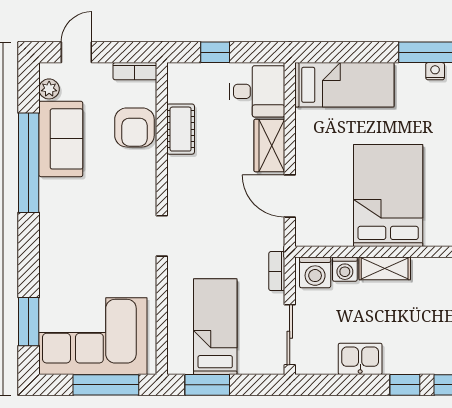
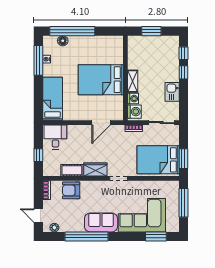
armchair: (134, 127) -> (71, 190), turned 180
sofa: (61, 139) -> (101, 222), moved
wardrobe: (269, 146) -> (95, 170), moved, turned 180
bed: (215, 327) -> (158, 160), width x1.50
corner sofa: (93, 336) -> (142, 215), moved, turned 90

